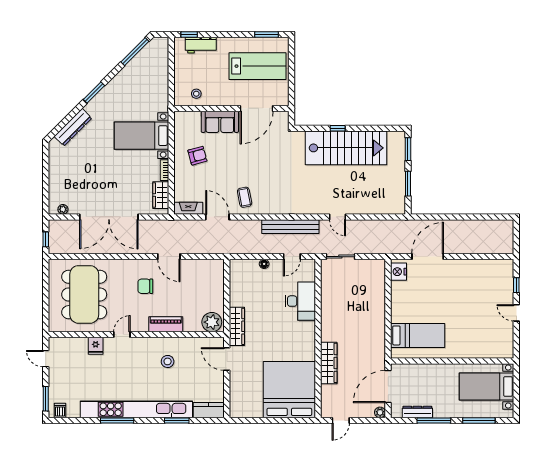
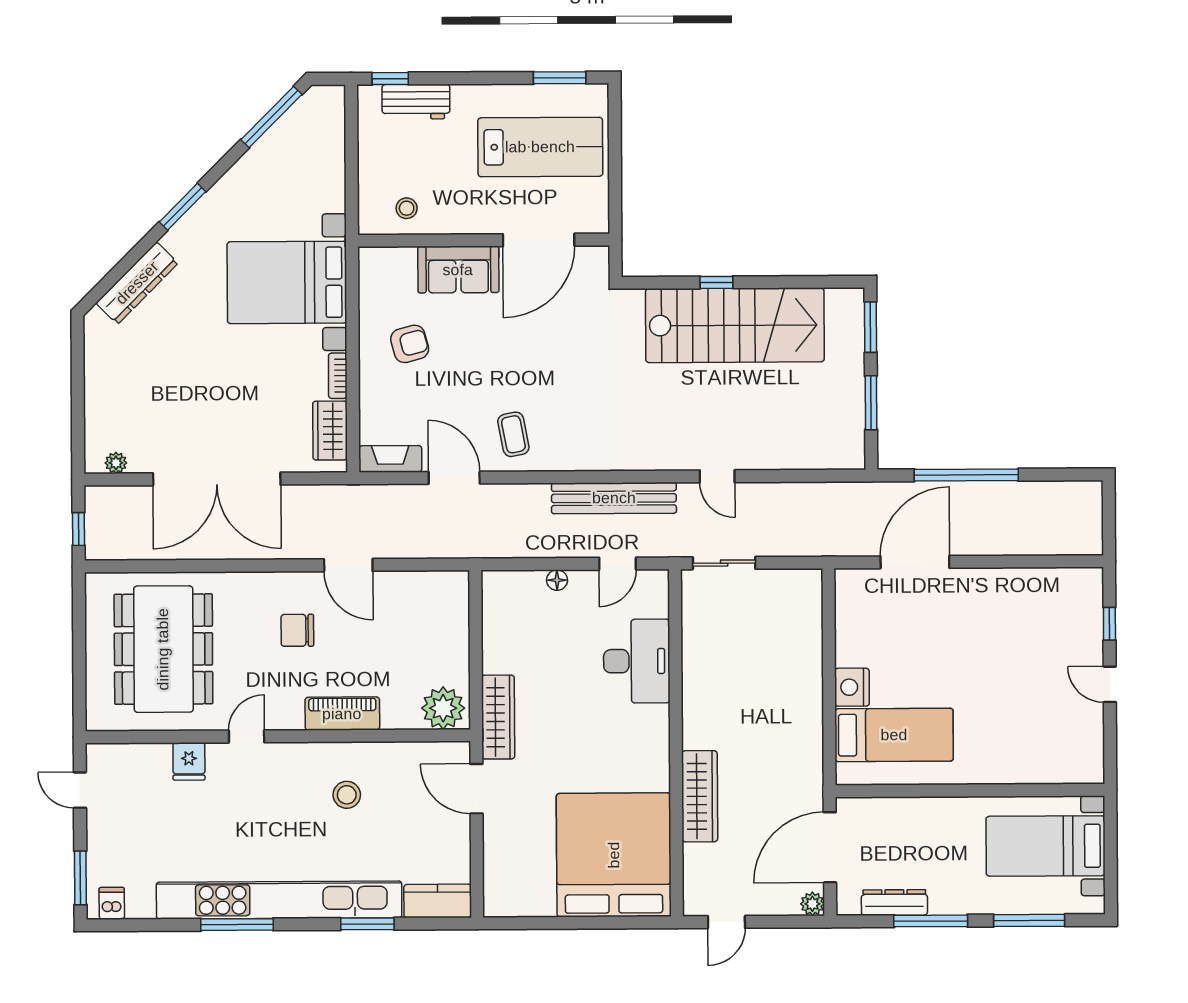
bed with nightstands: (141, 136) -> (287, 282), width x1.36
window: (451, 217) -> (966, 475), added
nightstand: (399, 272) -> (852, 687), moved

